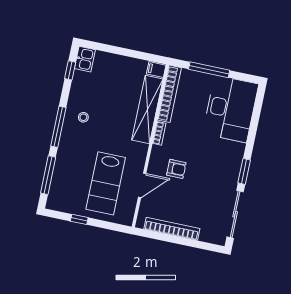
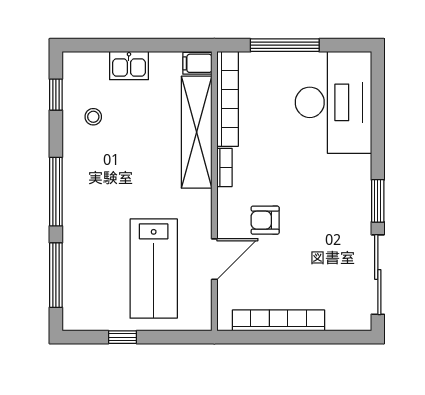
kitchen sink: (85, 59) -> (129, 66), moved, turned 90
stool: (83, 117) -> (93, 117), moved
armchair: (176, 169) -> (265, 220), turned 180

